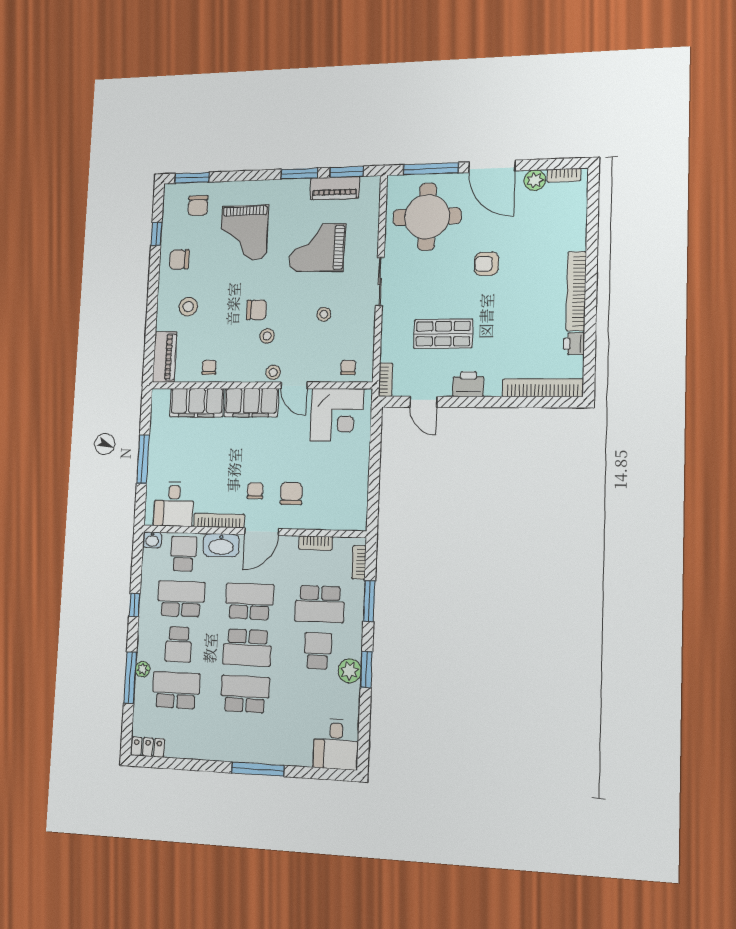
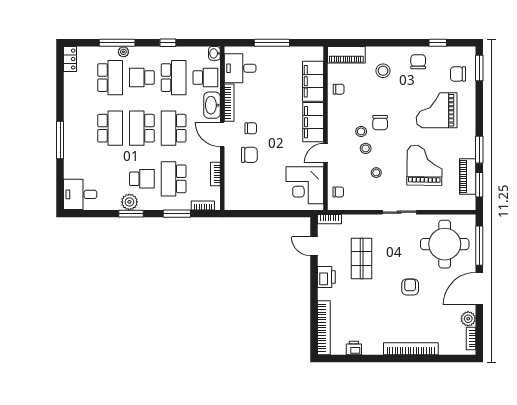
bookcase: (576, 291) -> (411, 349), moved
stool: (273, 372) -> (366, 148), moved
door: (424, 402) -> (314, 246), hinge flipped
school desk: (249, 601) -> (174, 128), turned 180

